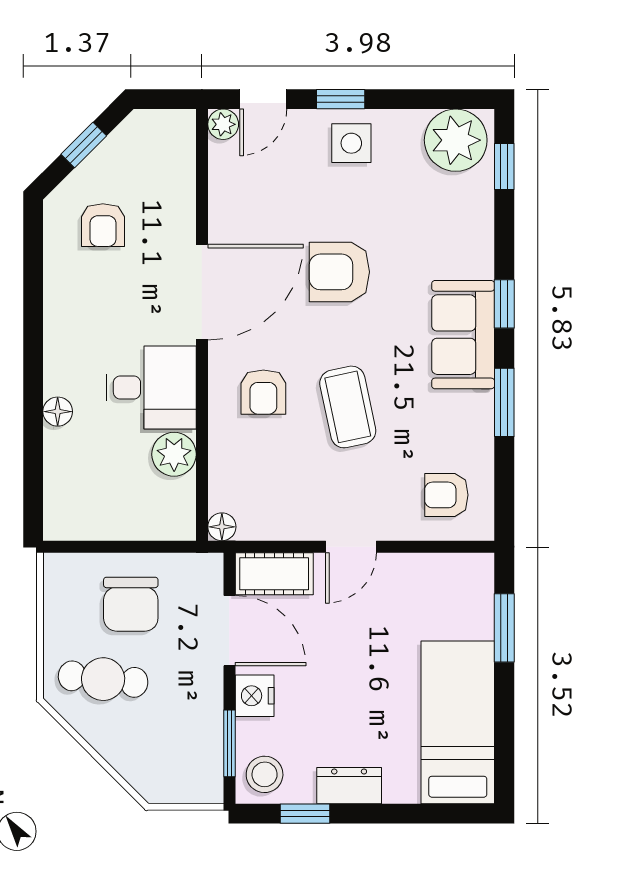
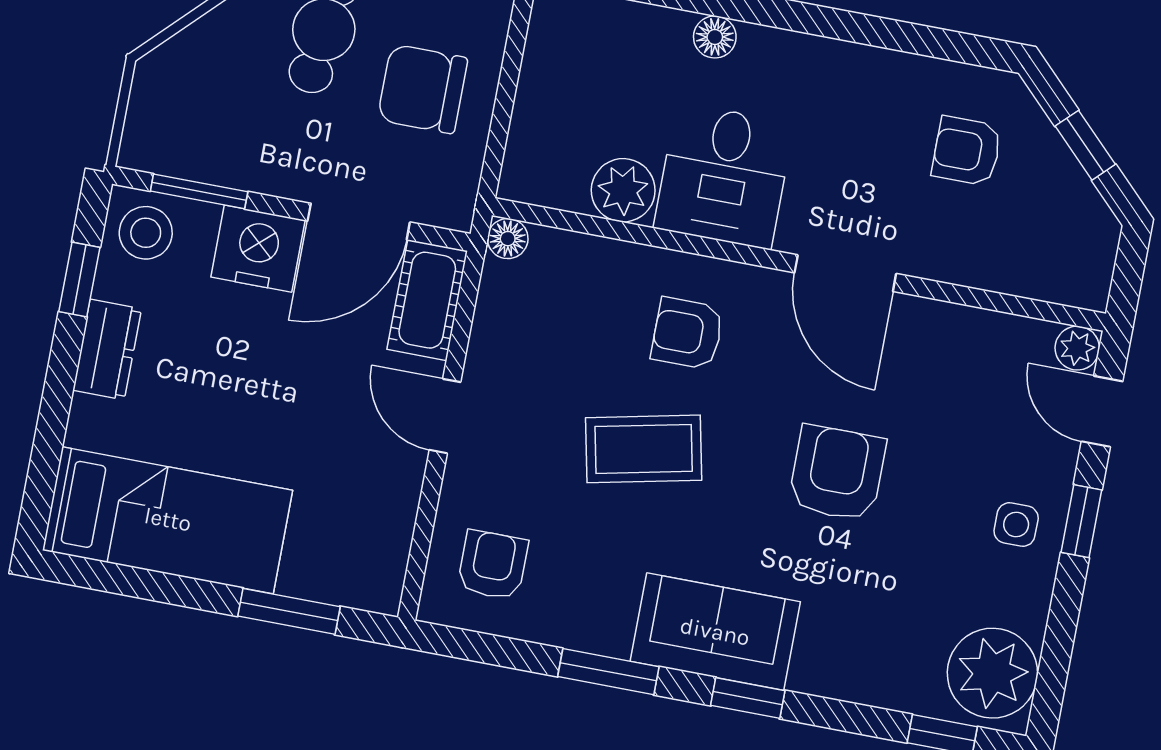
side table: (351, 143) -> (1016, 525), width x0.73, depth x0.73
door: (202, 292) -> (845, 273), width x0.73
nightstand: (255, 696) -> (258, 249), width x1.36, depth x1.33

